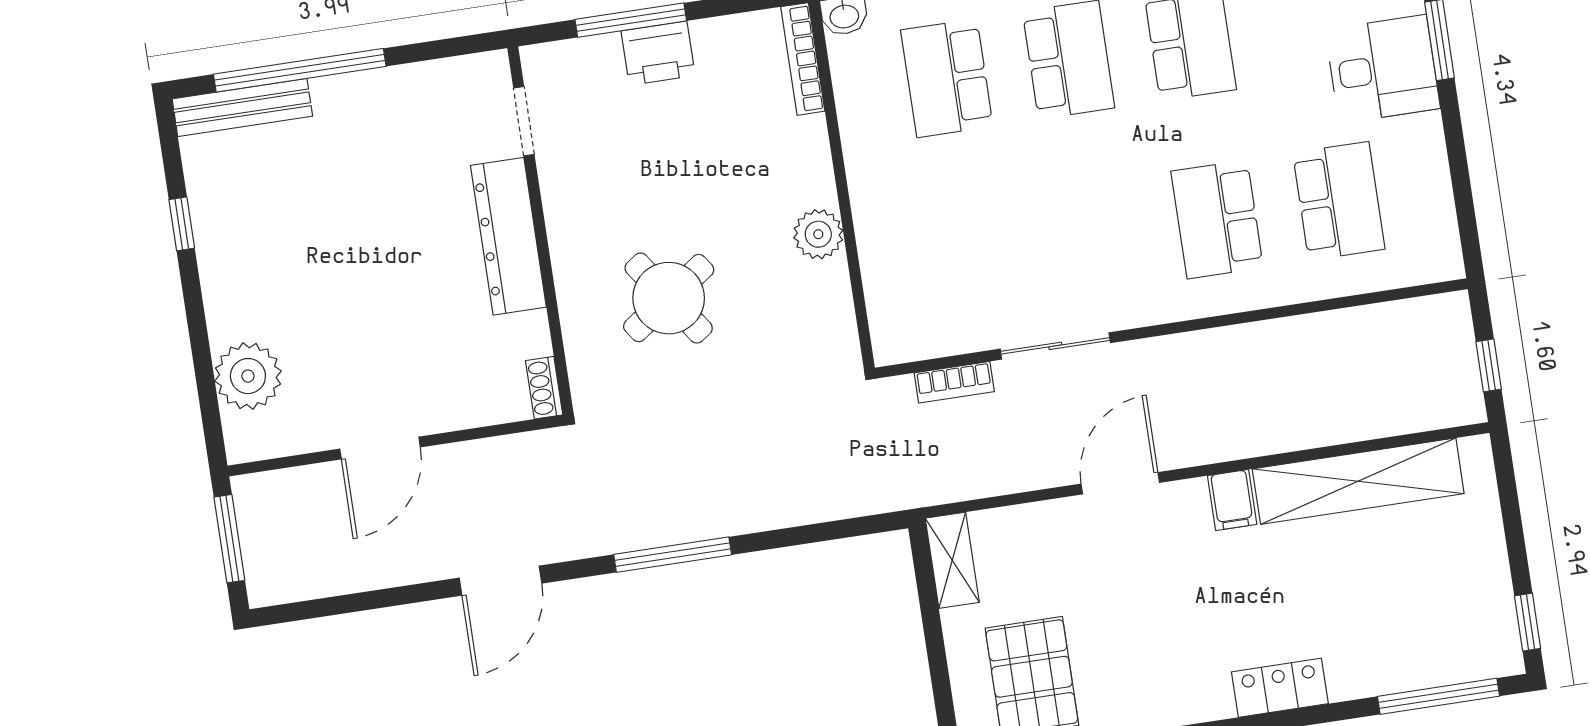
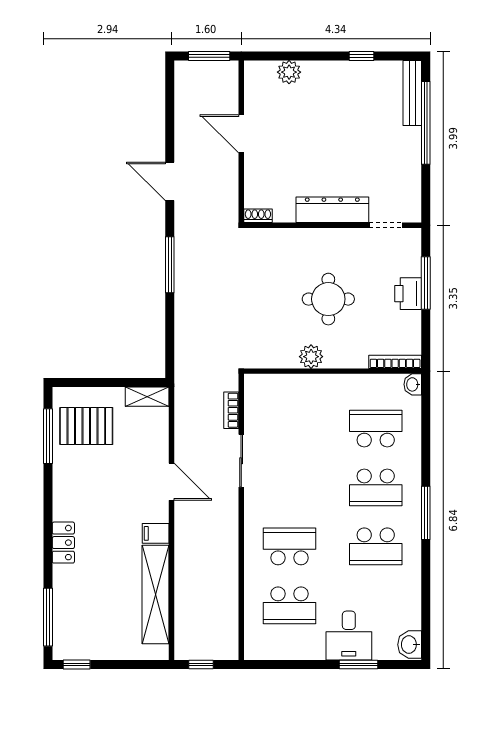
round table: (669, 298) -> (328, 299), moved, turned 35
plant: (248, 376) -> (289, 72), width x0.73, depth x0.73

